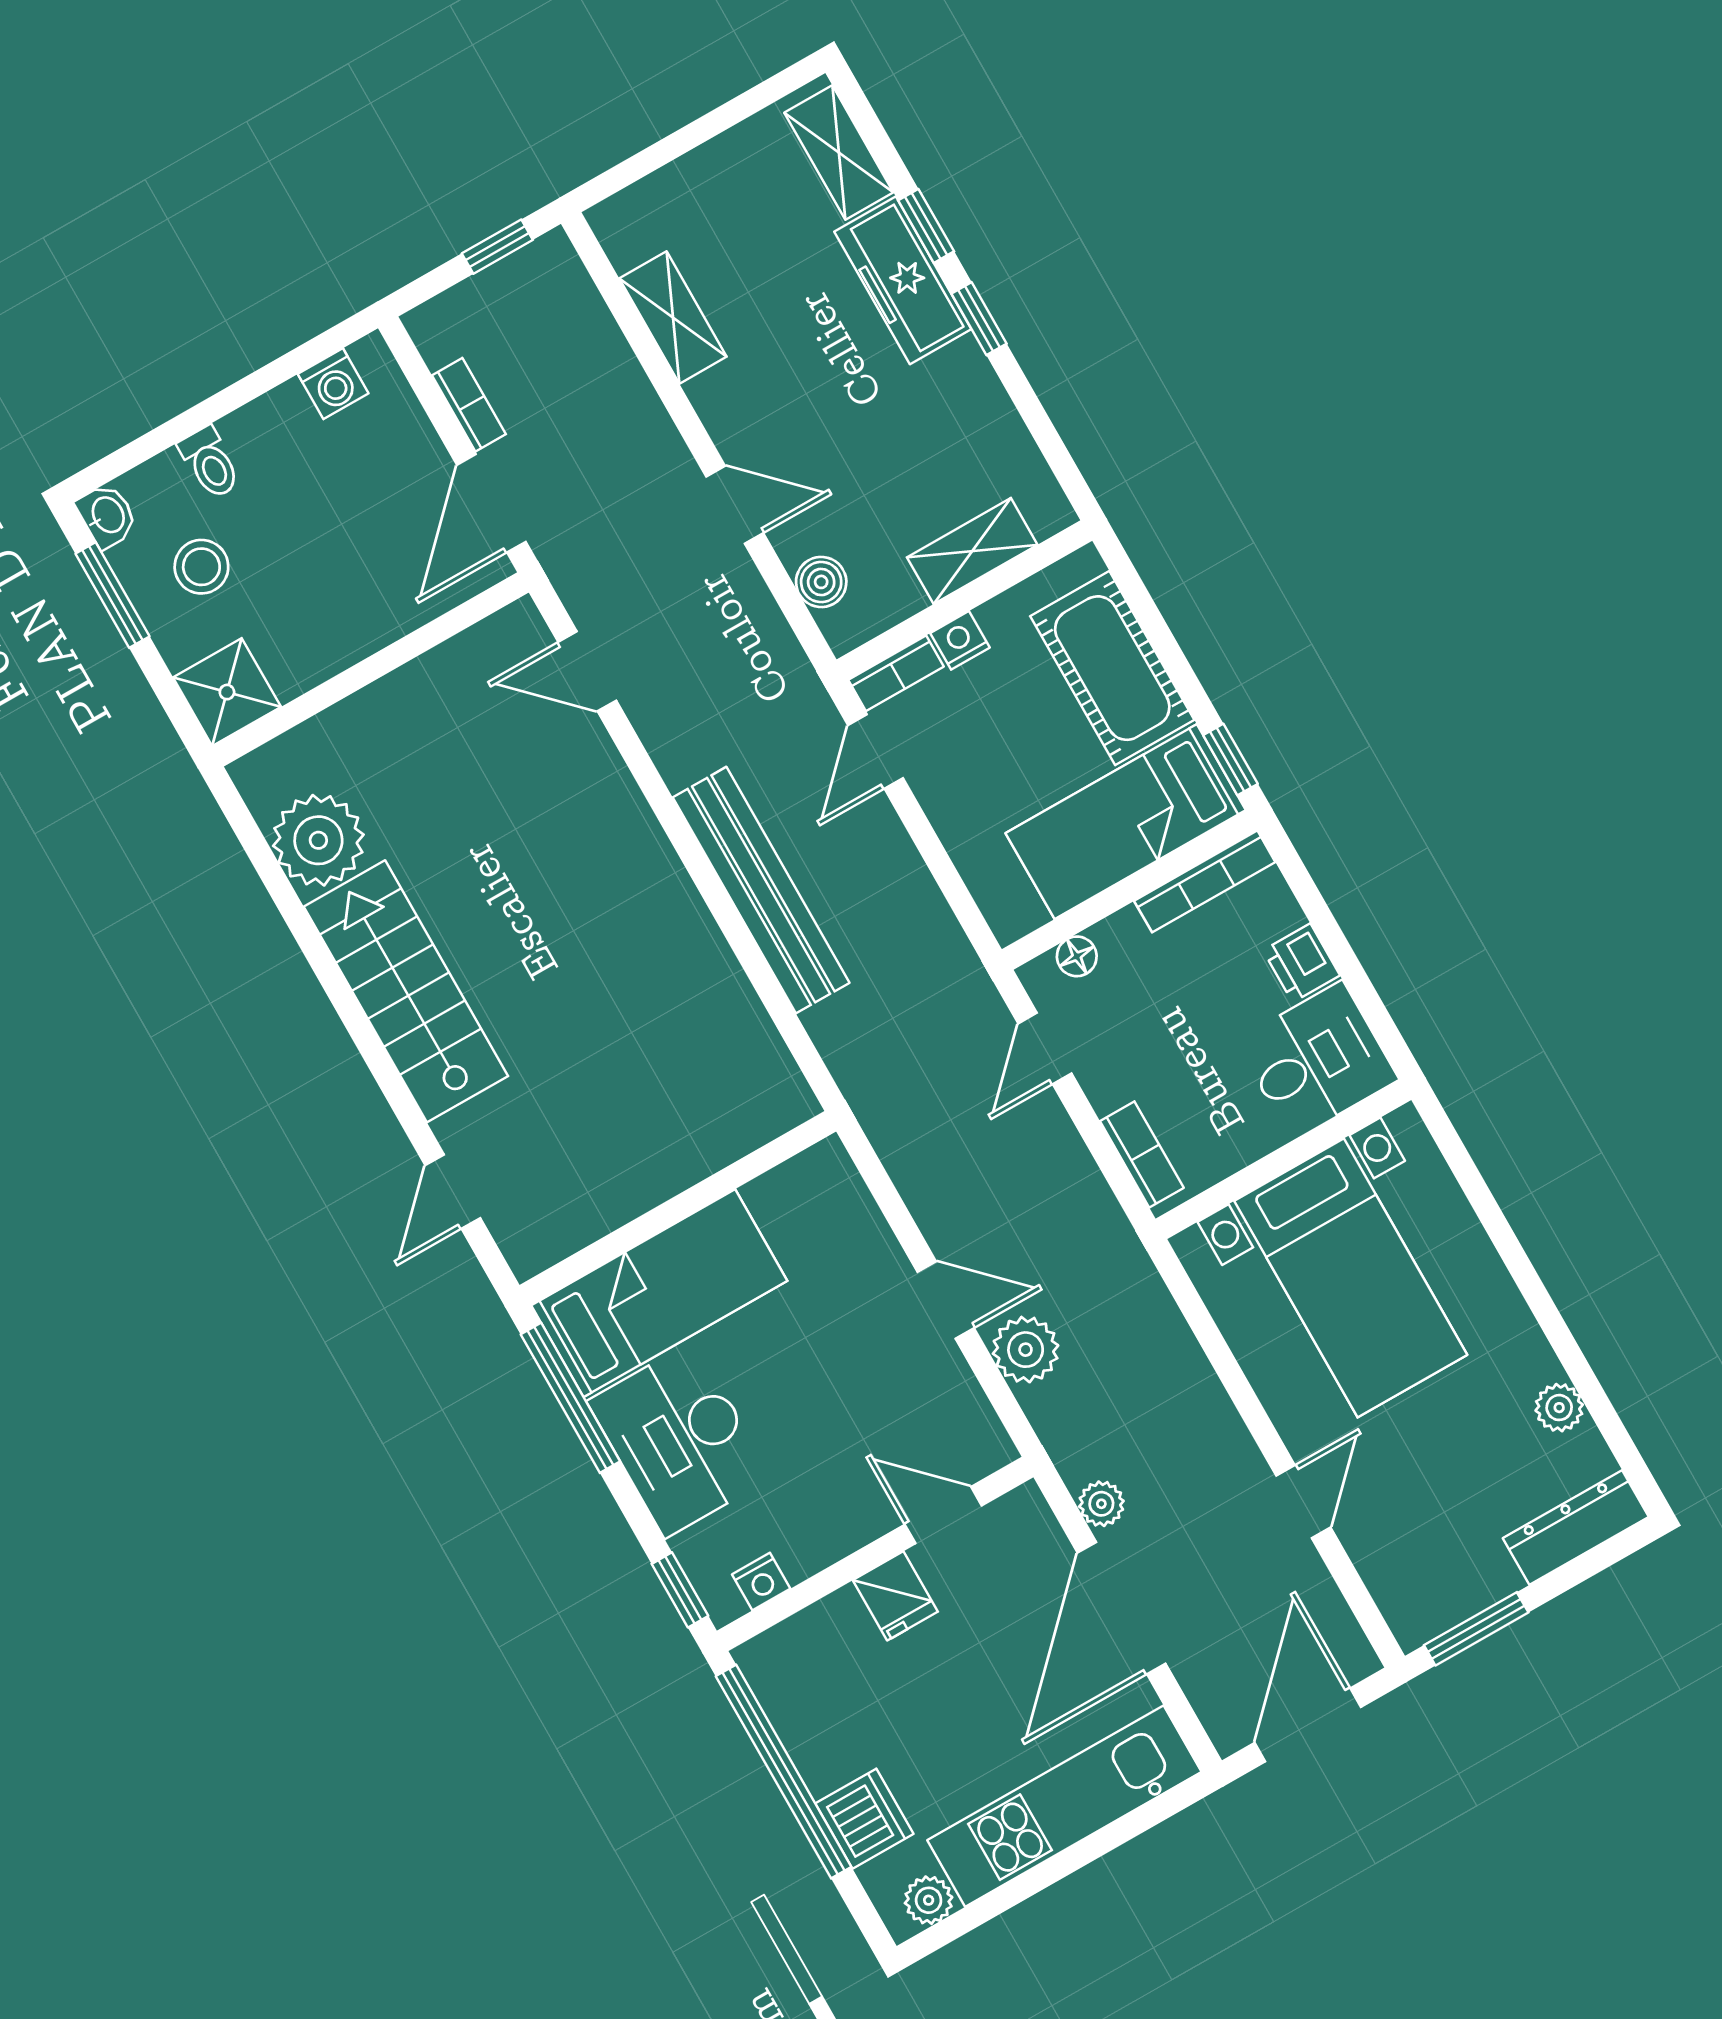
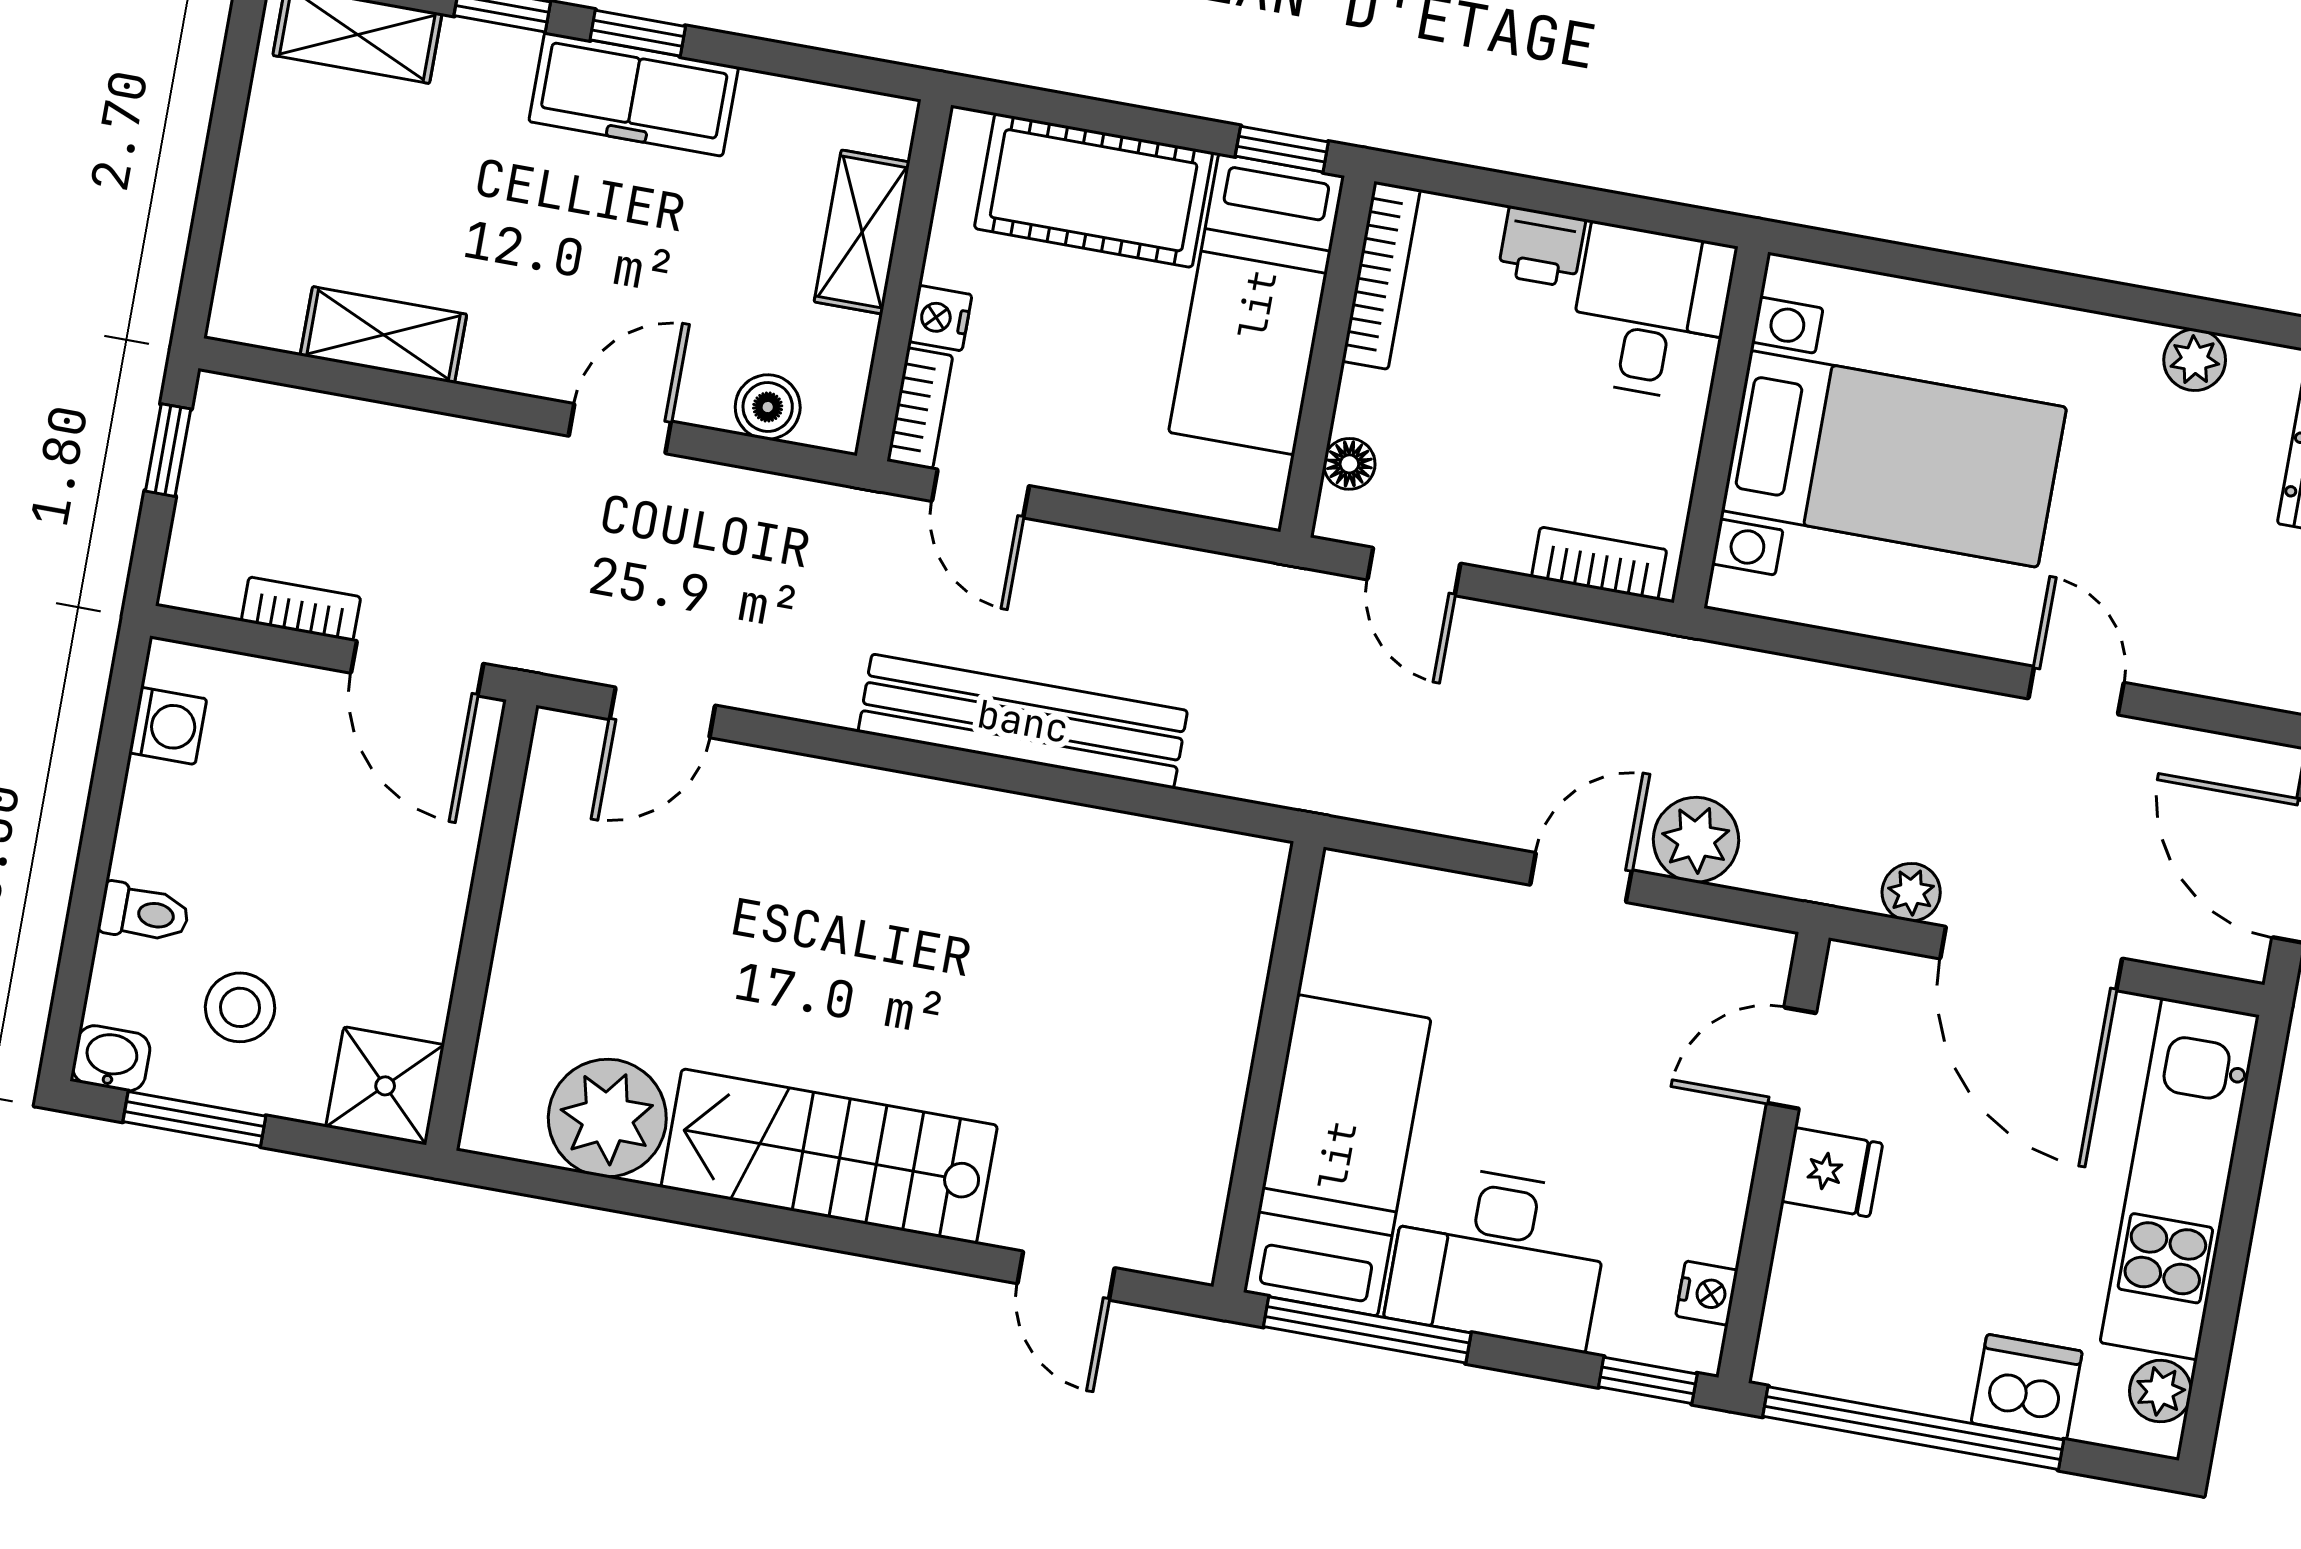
freezer: (903, 280) -> (634, 94), moved

